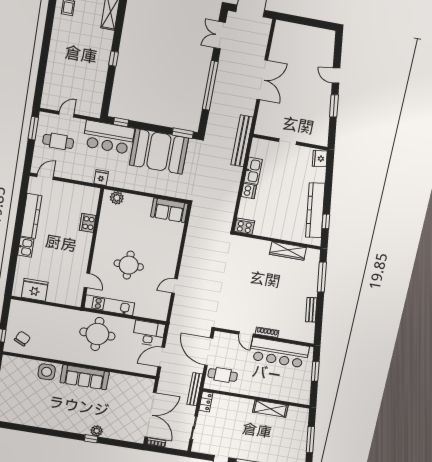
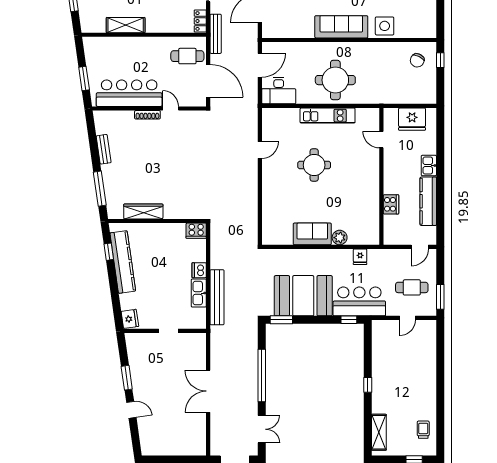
bench: (242, 141) -> (217, 297), moved
sofa: (169, 210) -> (312, 234), moved
cooker: (88, 223) -> (391, 204), moved
wall: (92, 249) -> (381, 176), moved
door: (87, 280) -> (381, 140), moved

